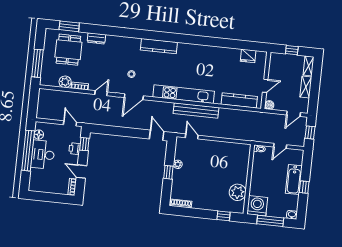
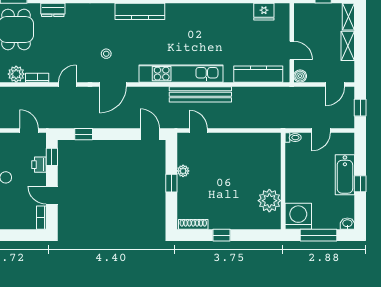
door: (265, 86) -> (292, 50), hinge flipped
window: (109, 130) -> (84, 134), added
window: (223, 216) -> (221, 235), moved

